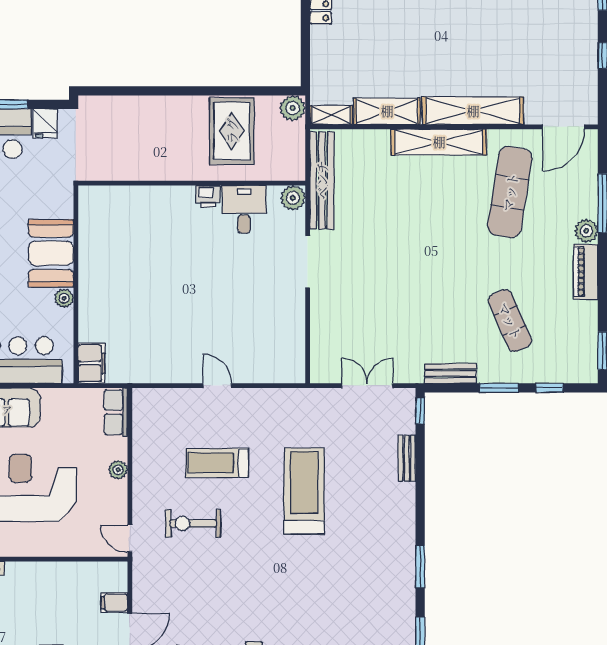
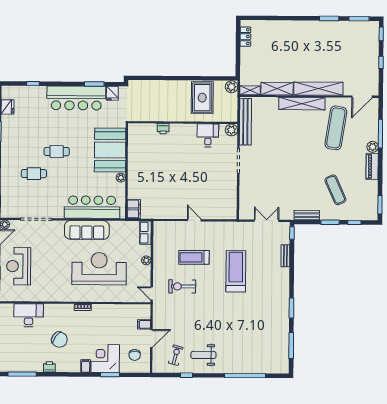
printer: (208, 196) -> (163, 129), moved
booth: (51, 253) -> (110, 150), width x1.36, depth x1.42

